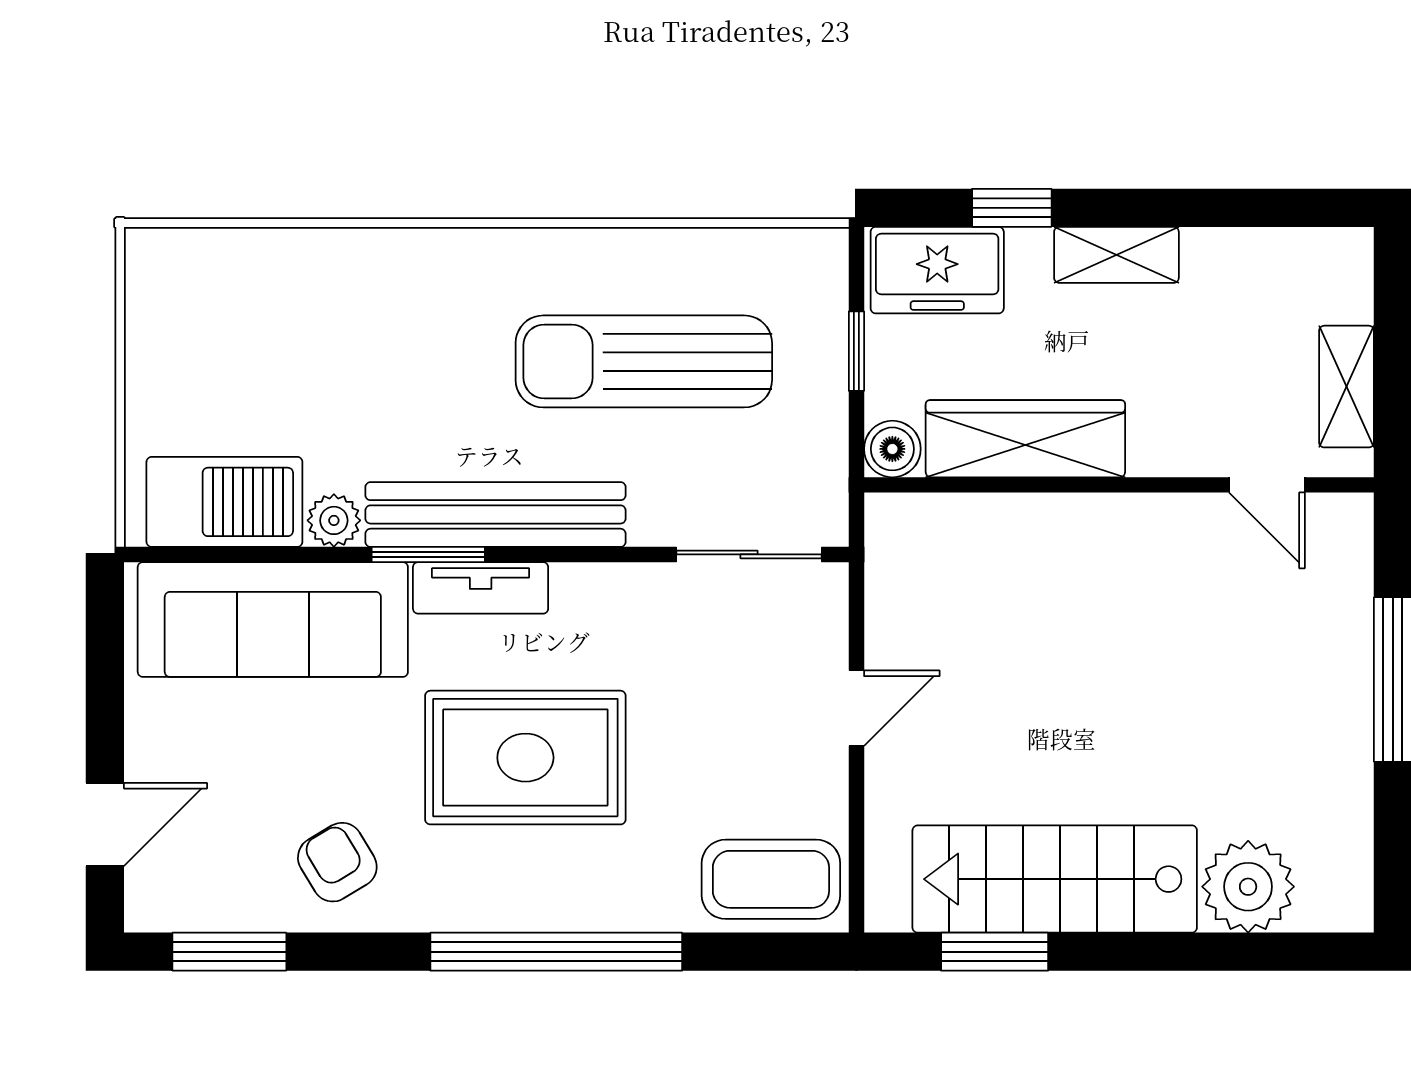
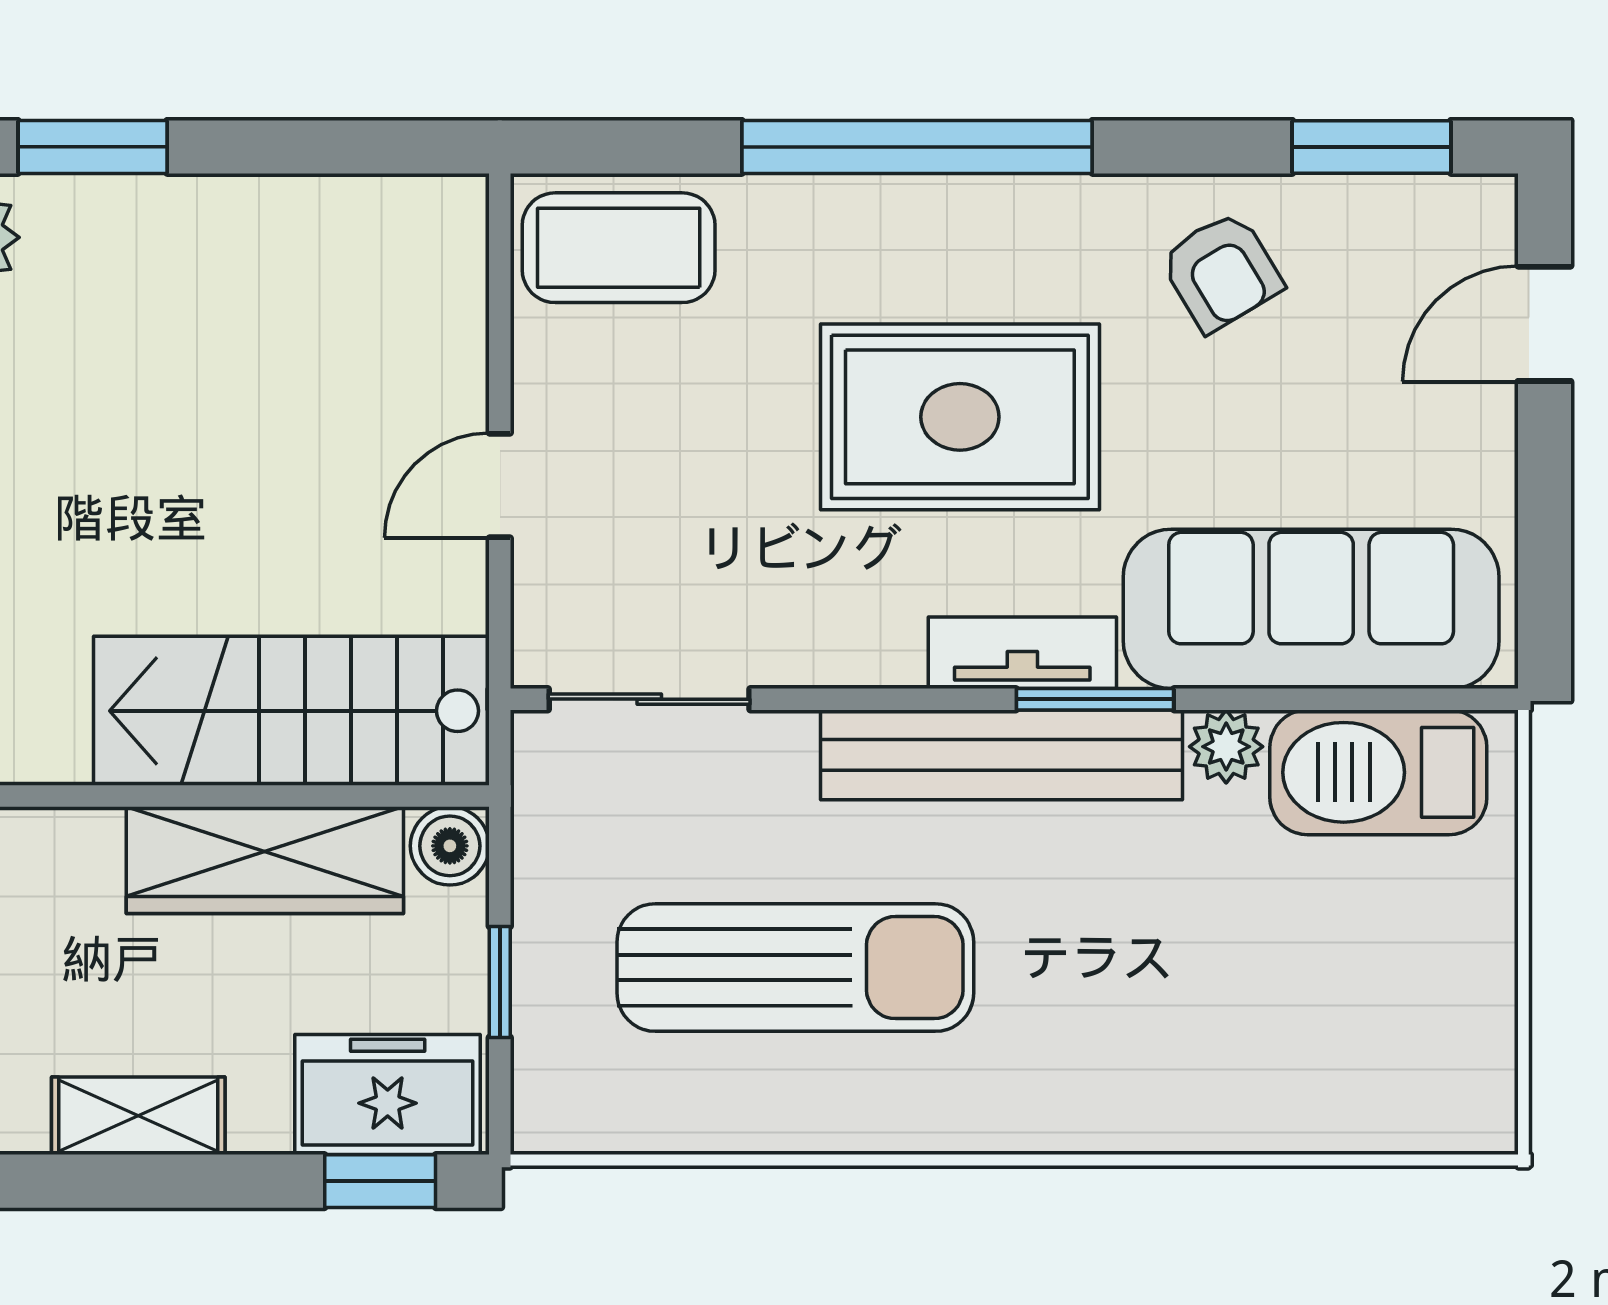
window: (1012, 208) -> (380, 1181), moved
stairs: (1055, 879) -> (291, 711), moved, turned 180
window: (995, 952) -> (93, 147), moved

